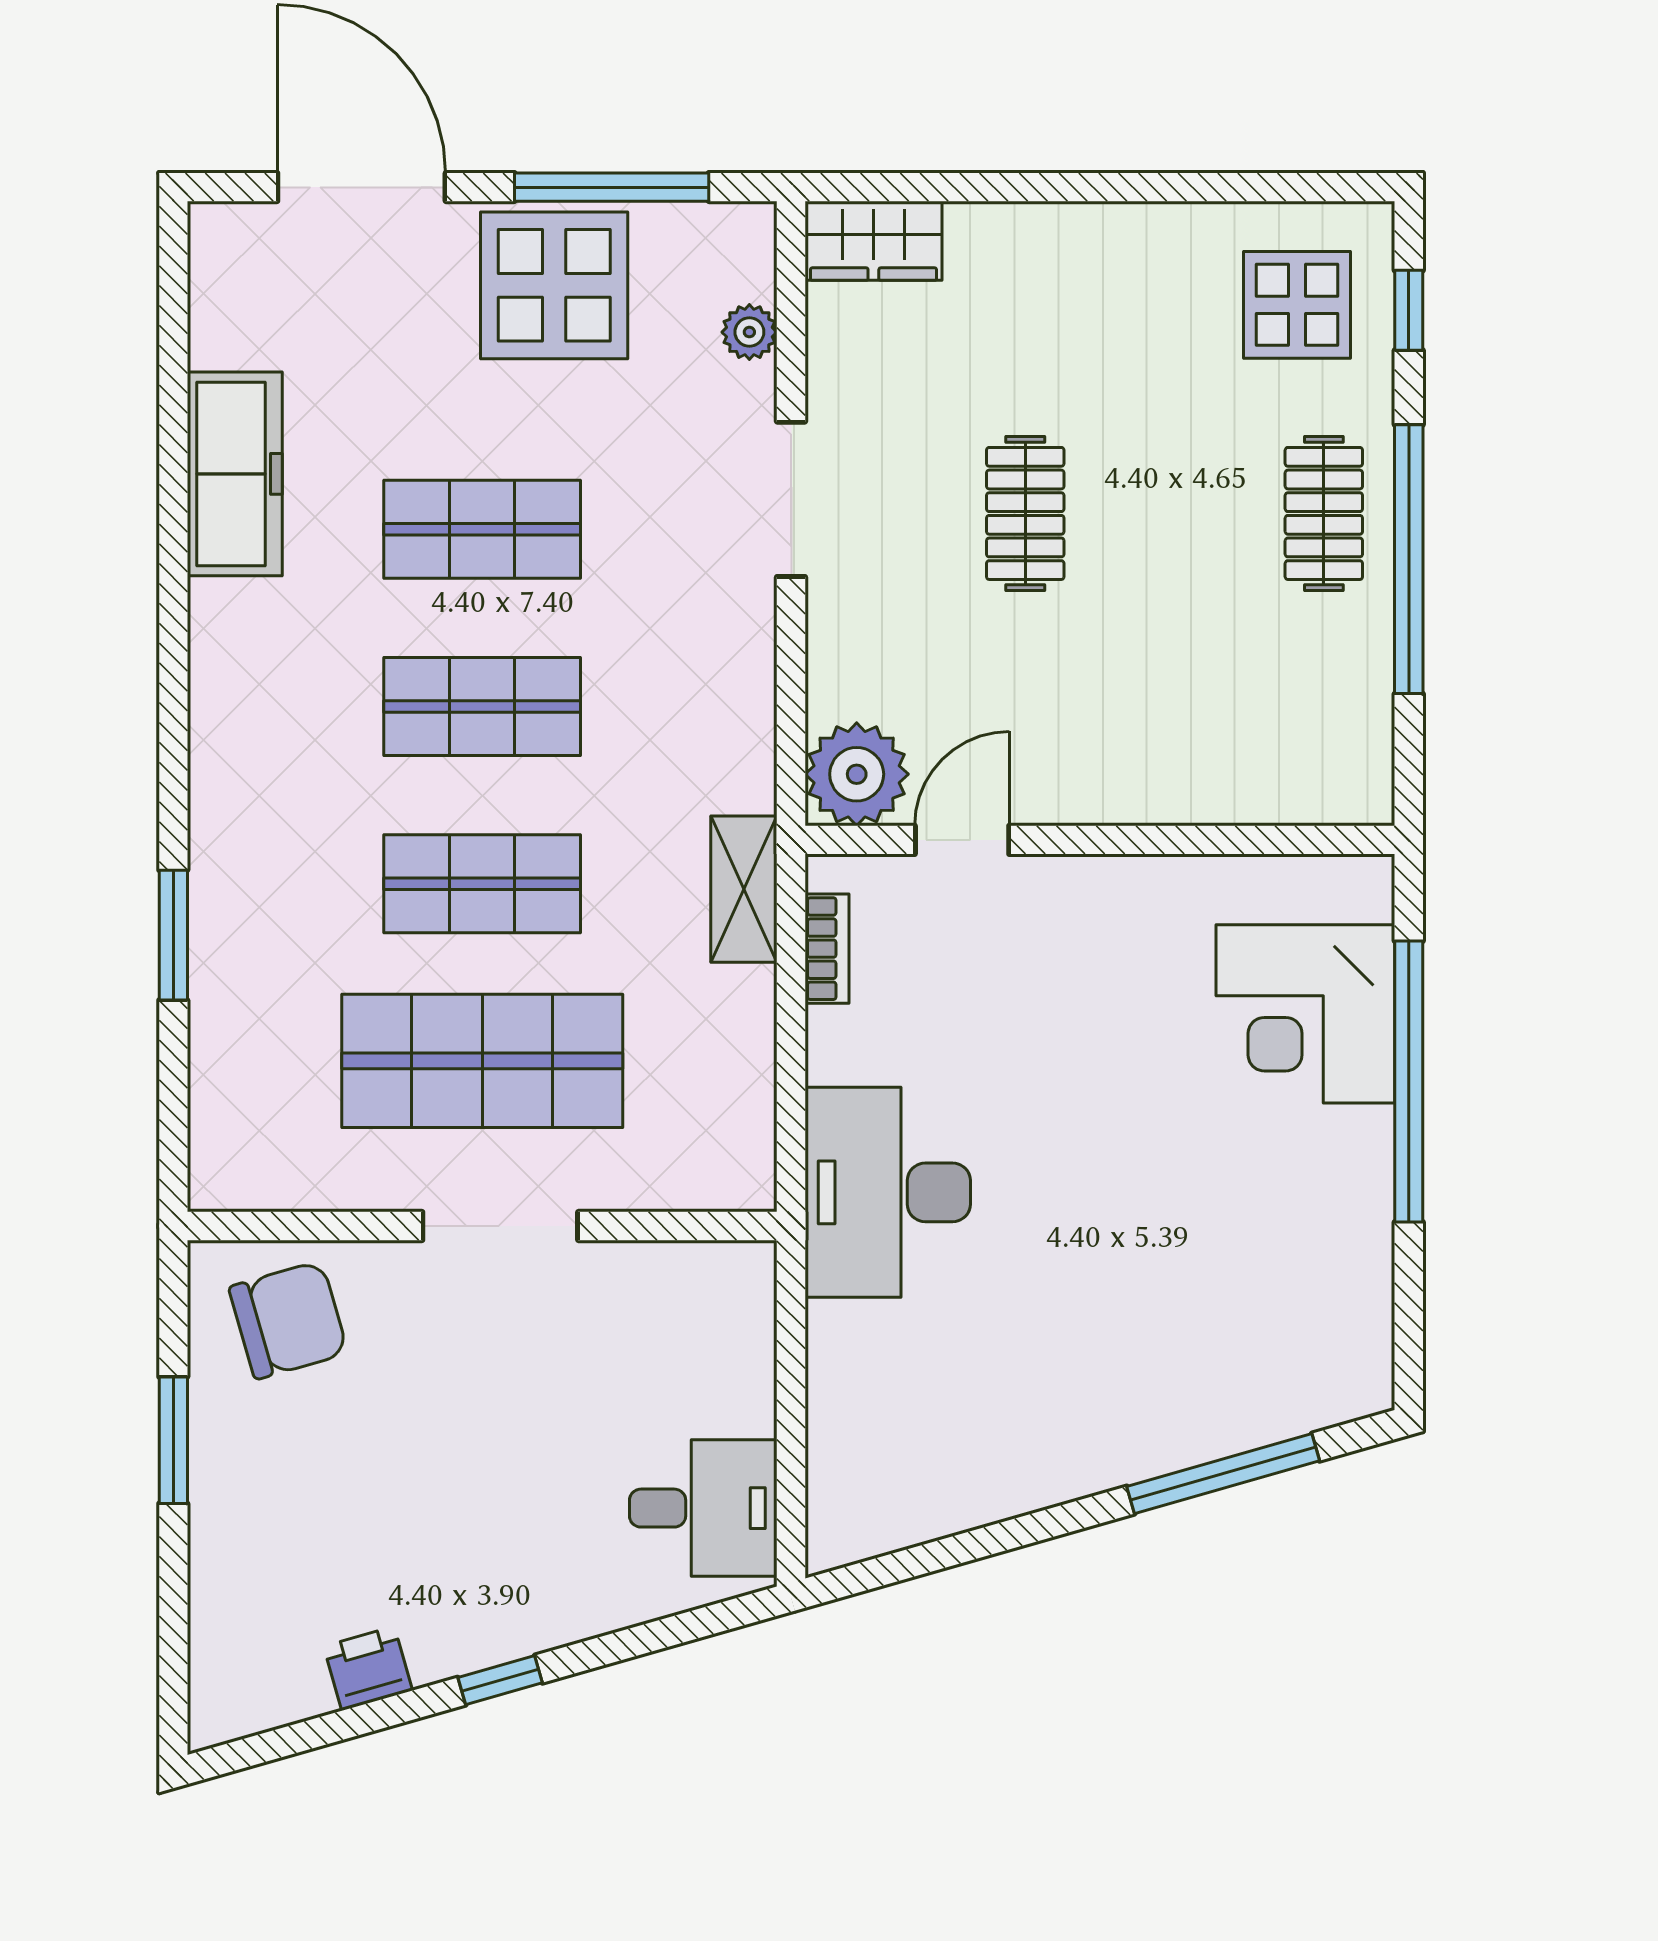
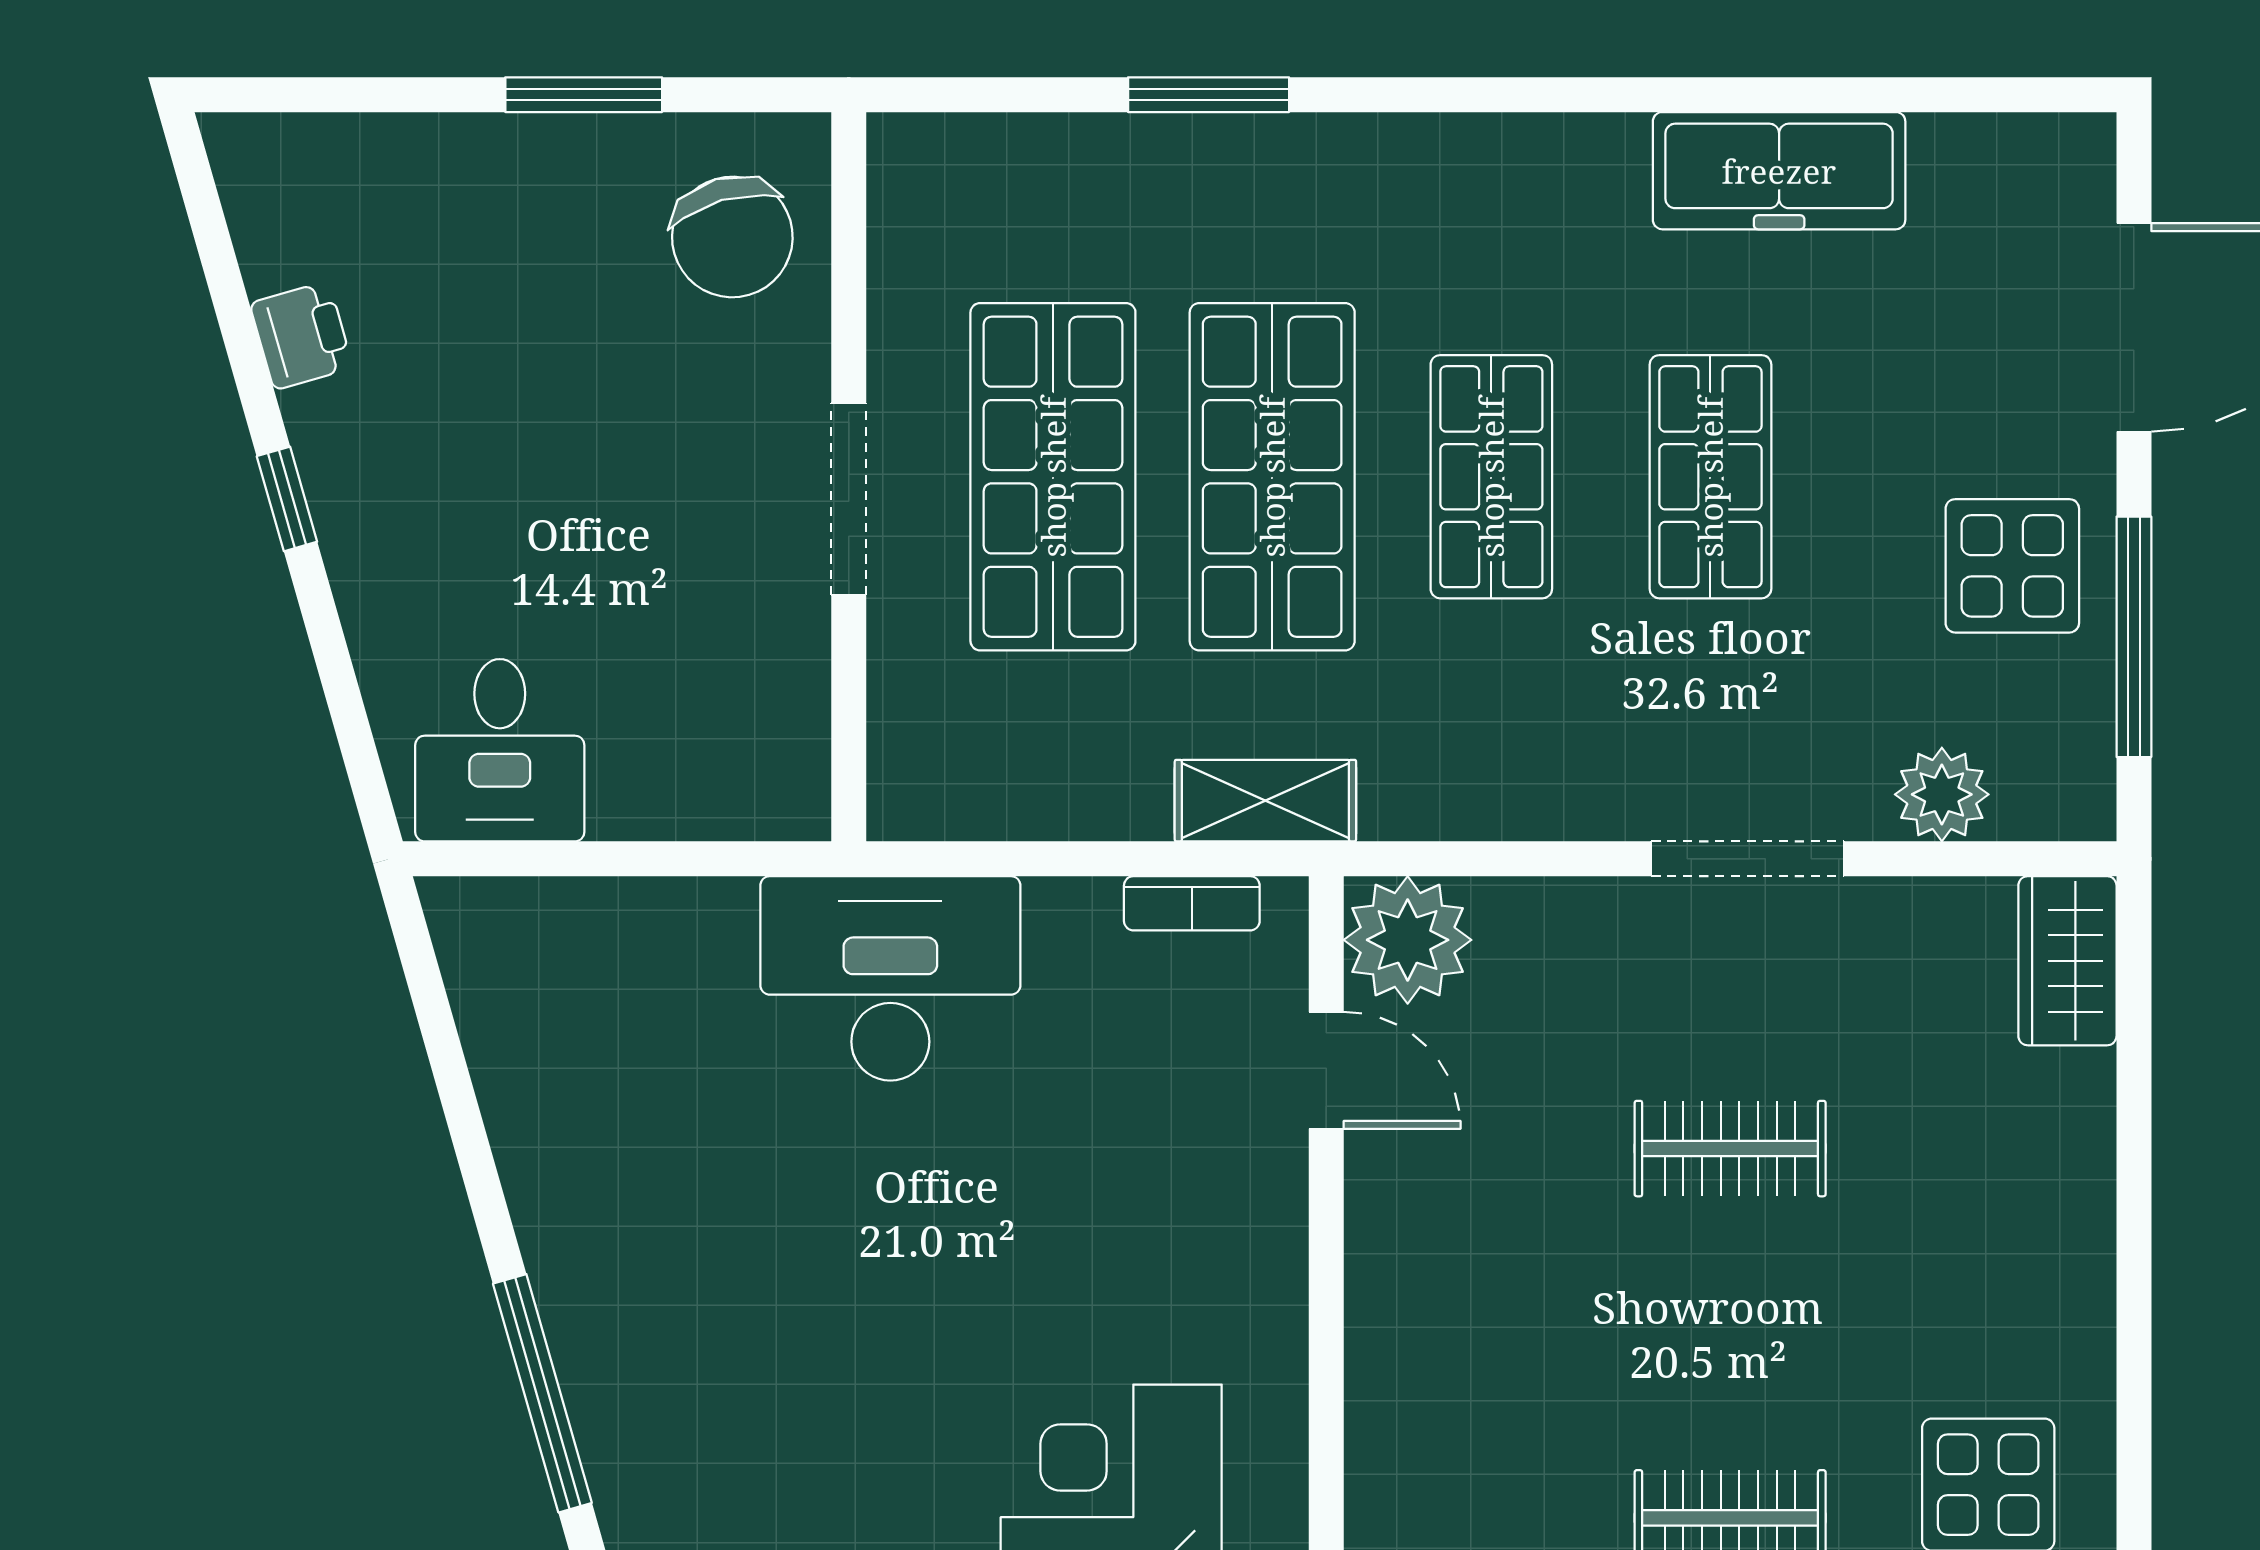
display table: (554, 285) -> (2012, 566), width x0.73, depth x0.73
plant: (749, 332) -> (1942, 794), width x1.38, depth x1.38
shop shelf: (482, 884) -> (1272, 477), width x1.43, depth x1.36

